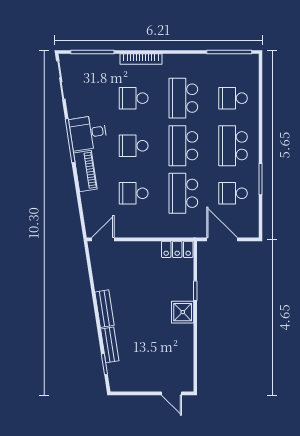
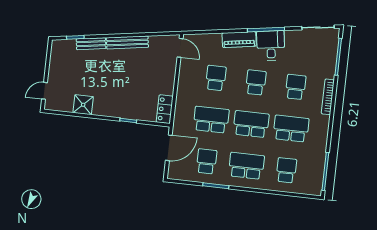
bench: (105, 309) -> (127, 42), width x1.36
shower: (183, 312) -> (83, 105), moved

